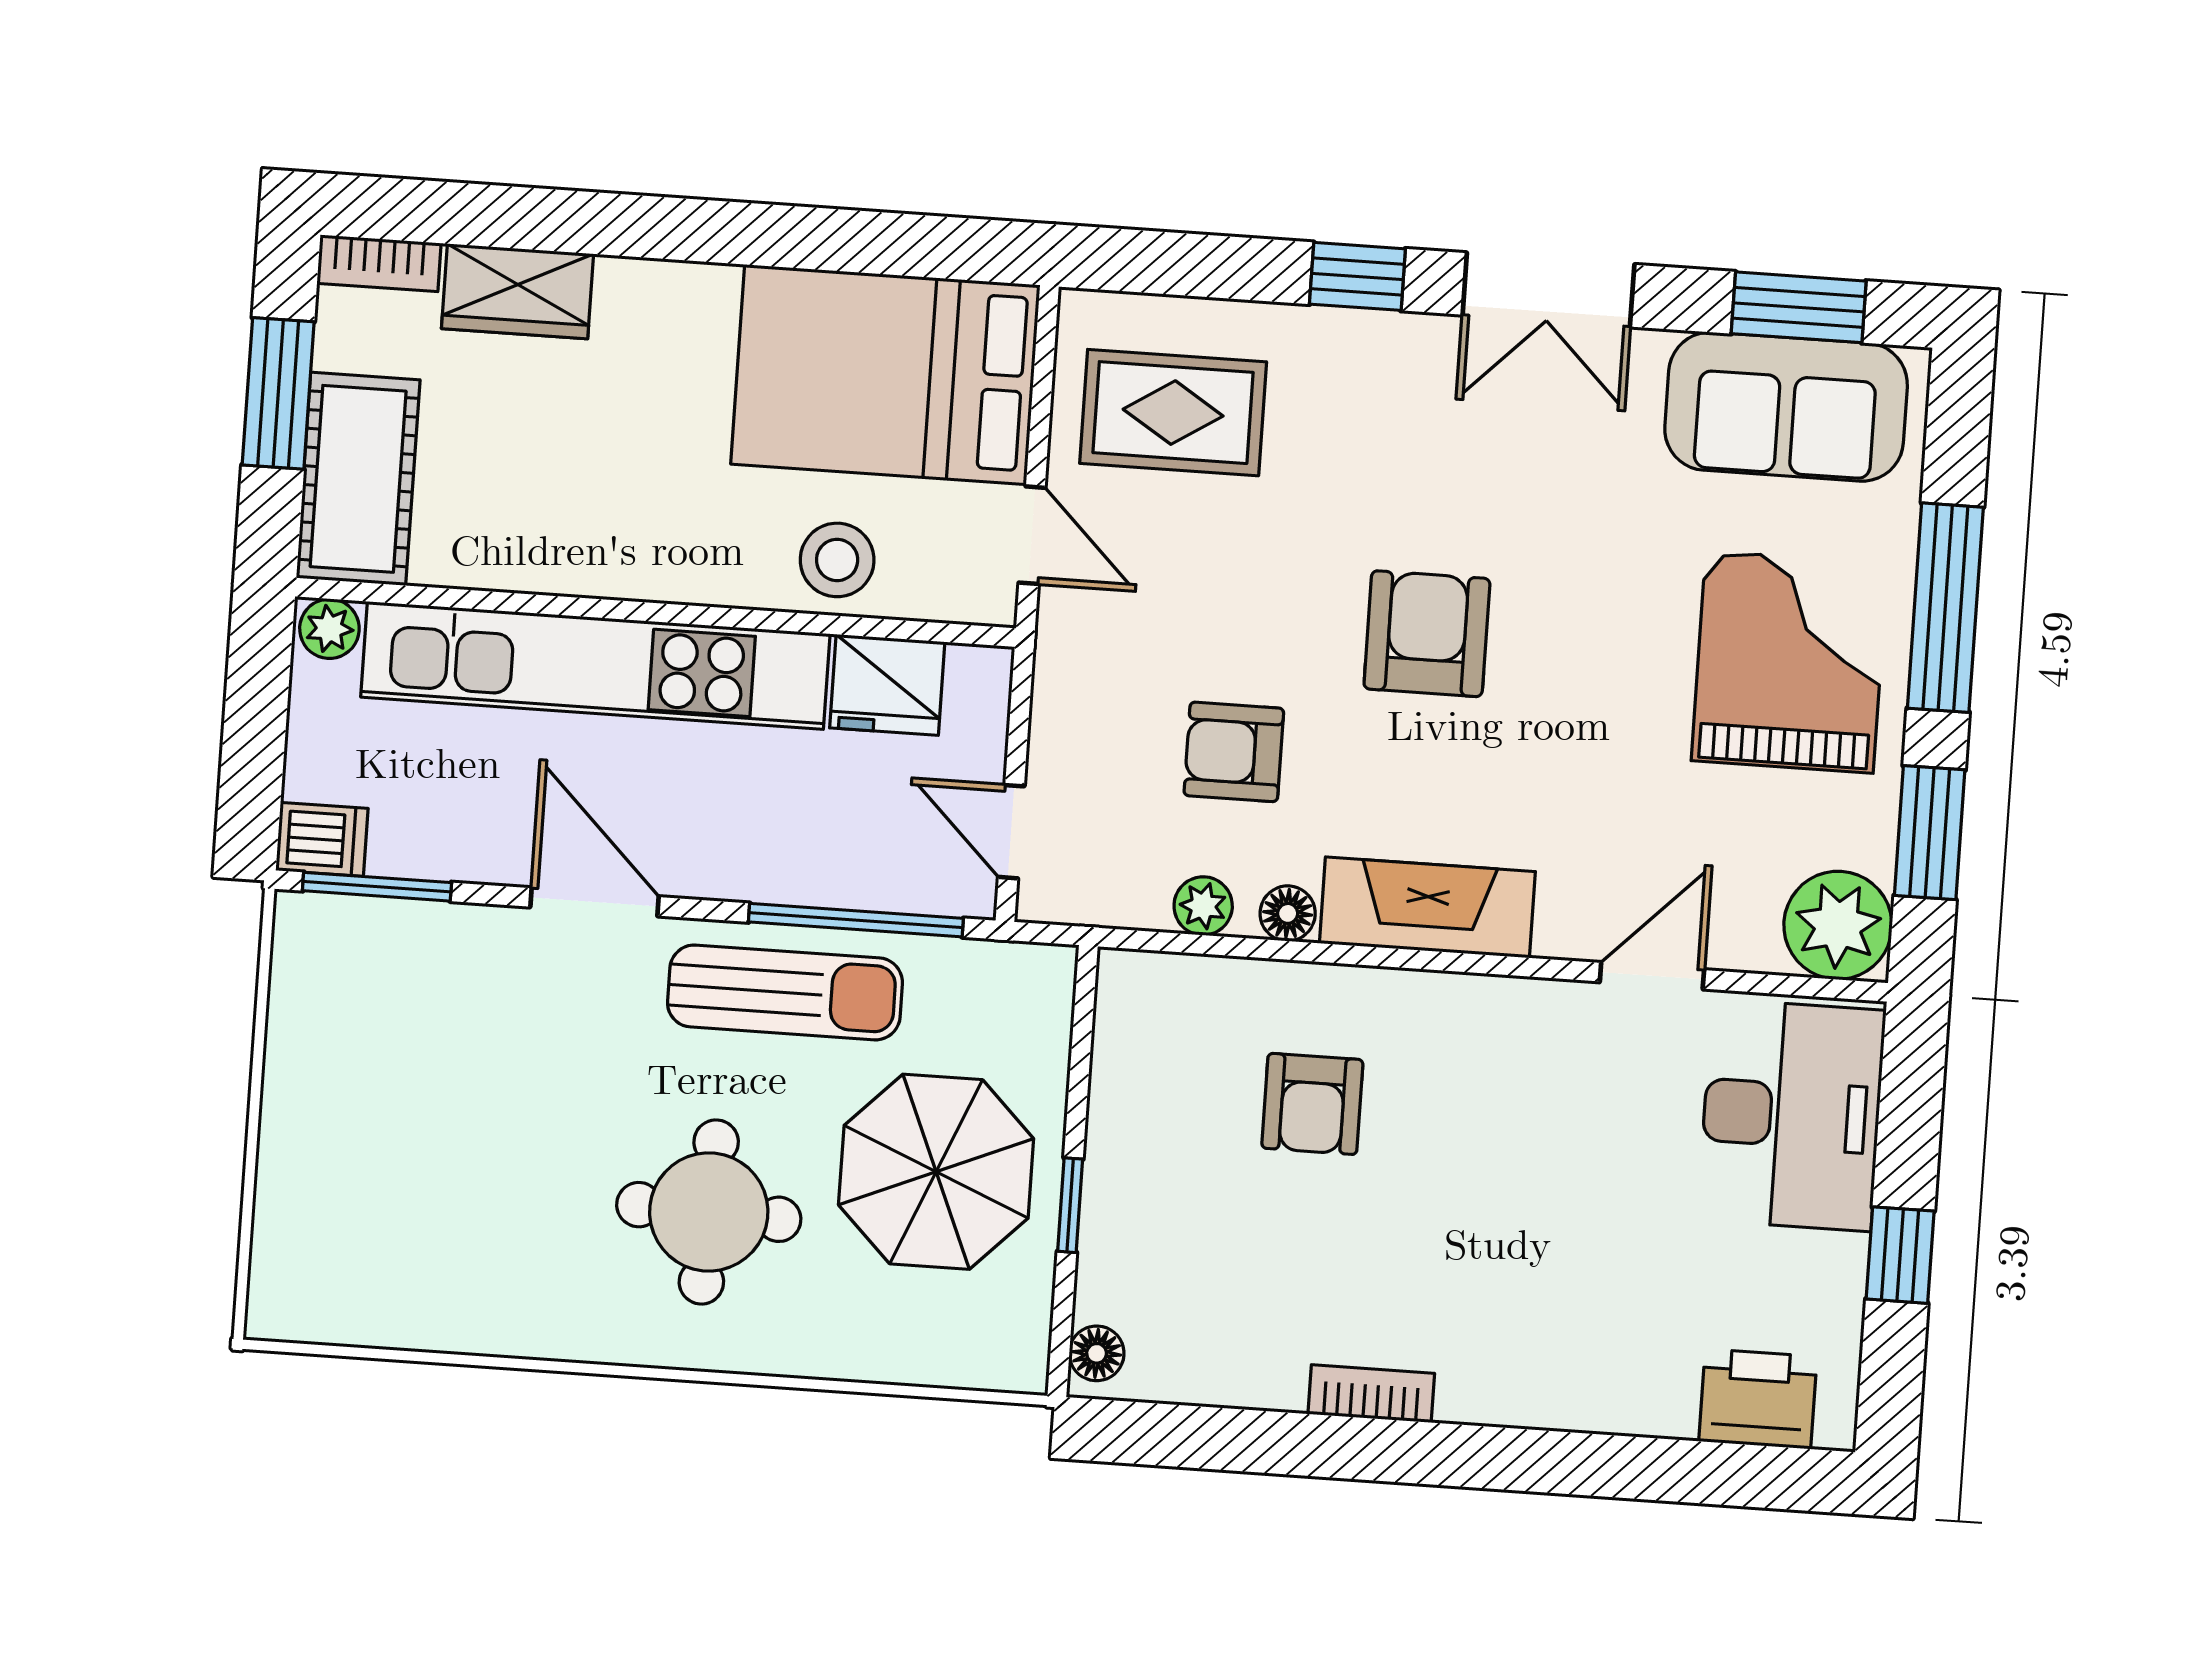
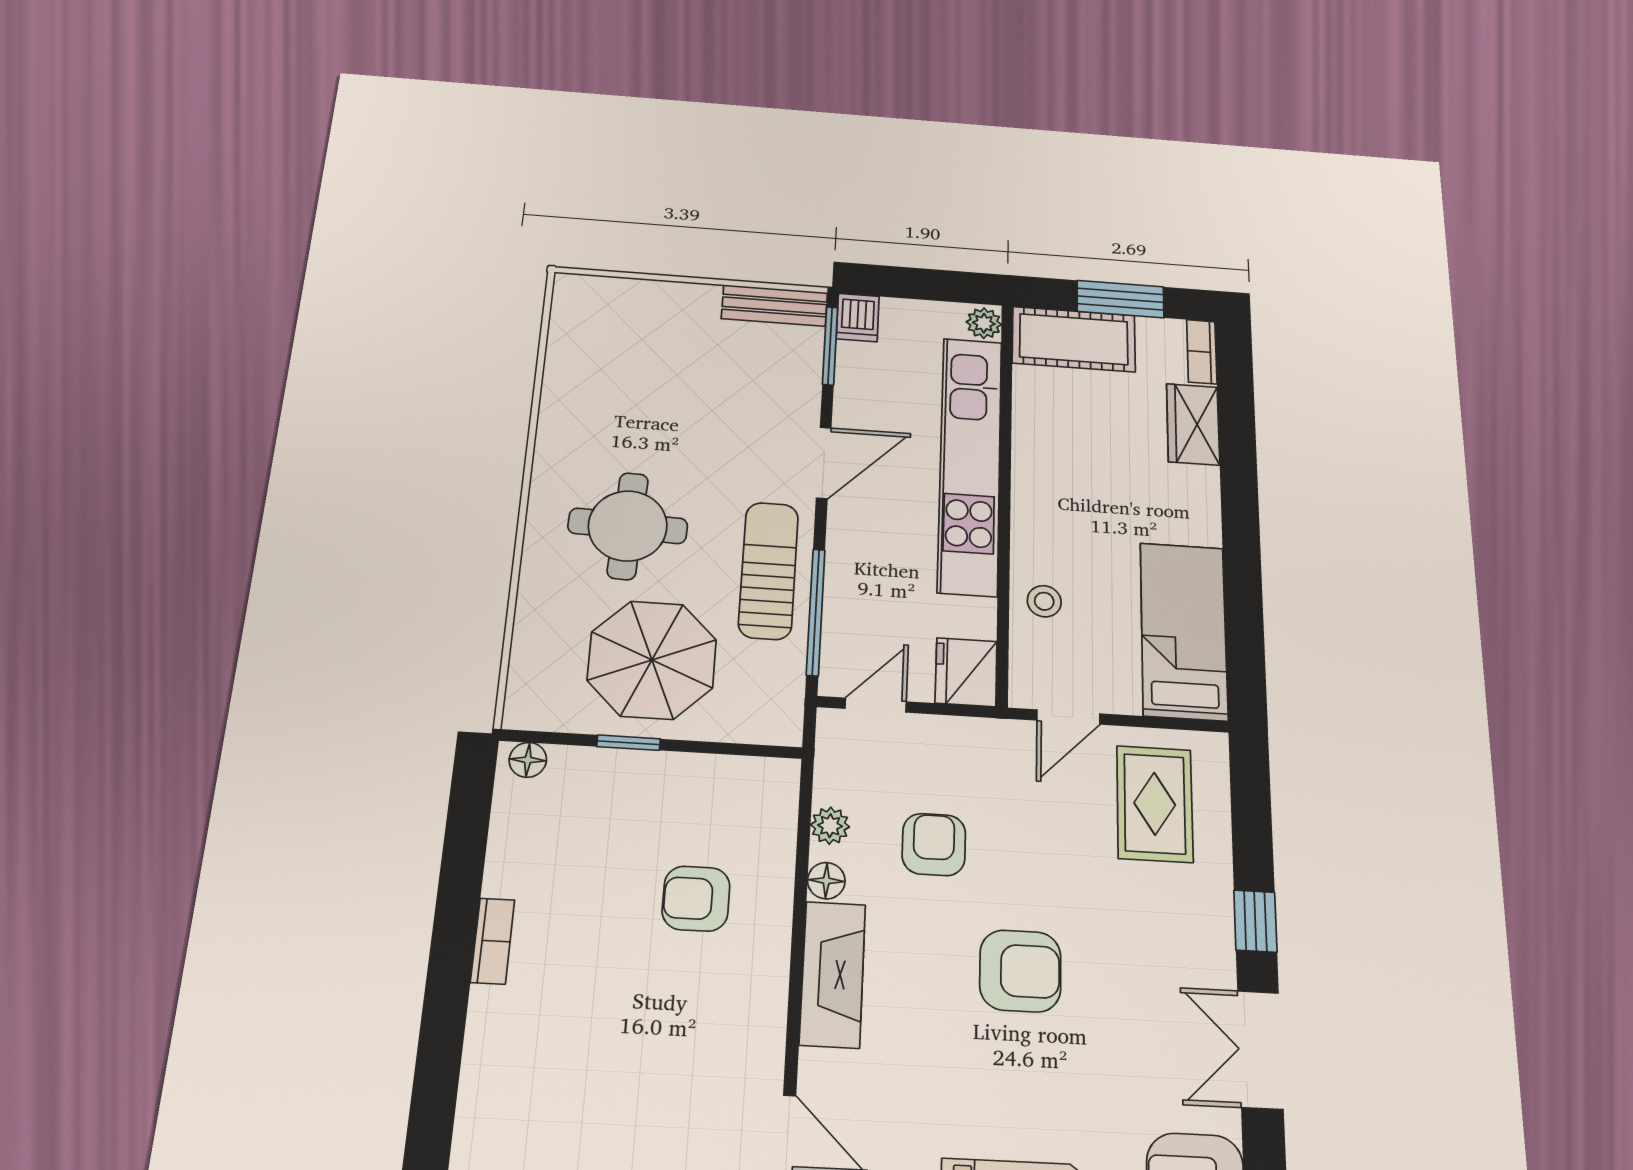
bed: (885, 375) -> (1184, 631), width x0.67
stool: (837, 560) -> (1044, 601), width x0.73, depth x0.73
fridge: (887, 685) -> (966, 672), moved
bench: (301, 977) -> (774, 306), added
sun lounger: (785, 992) -> (769, 570), turned 180

